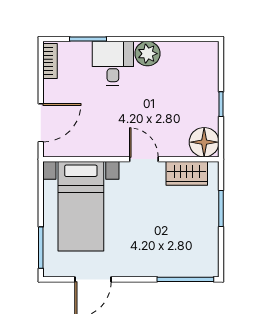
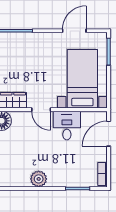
desk: (113, 63) -> (67, 126), moved, turned 180

